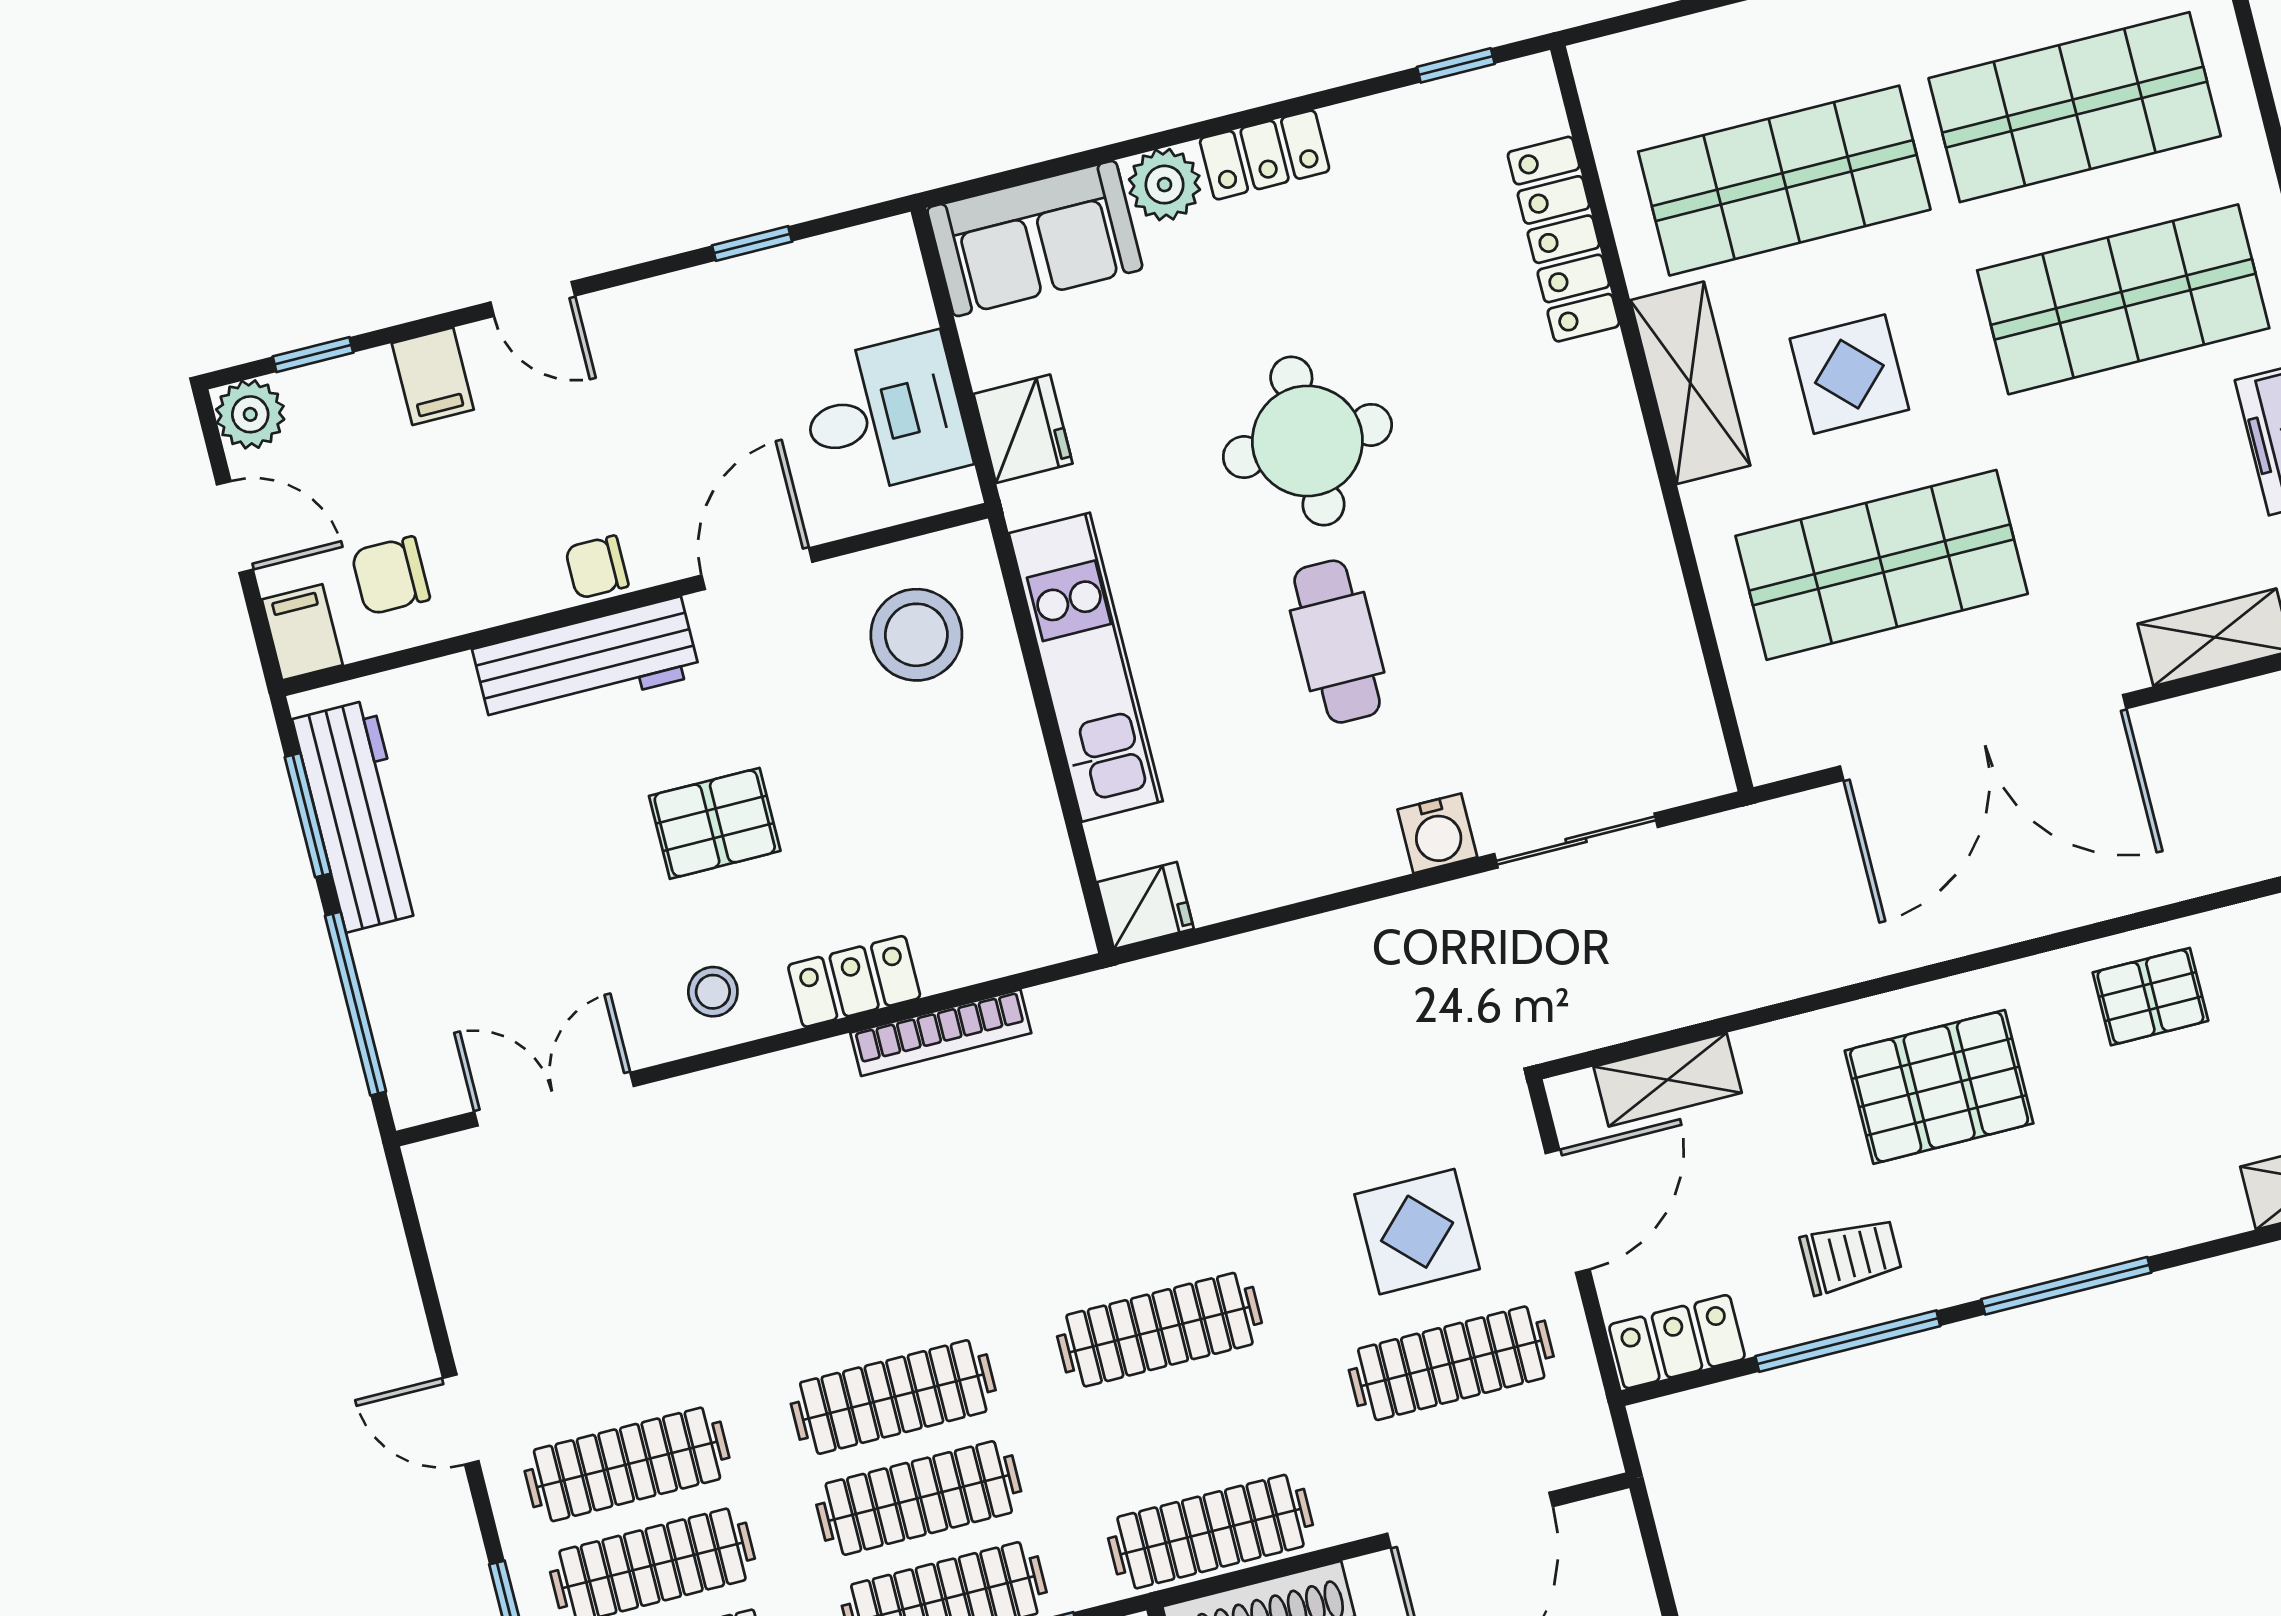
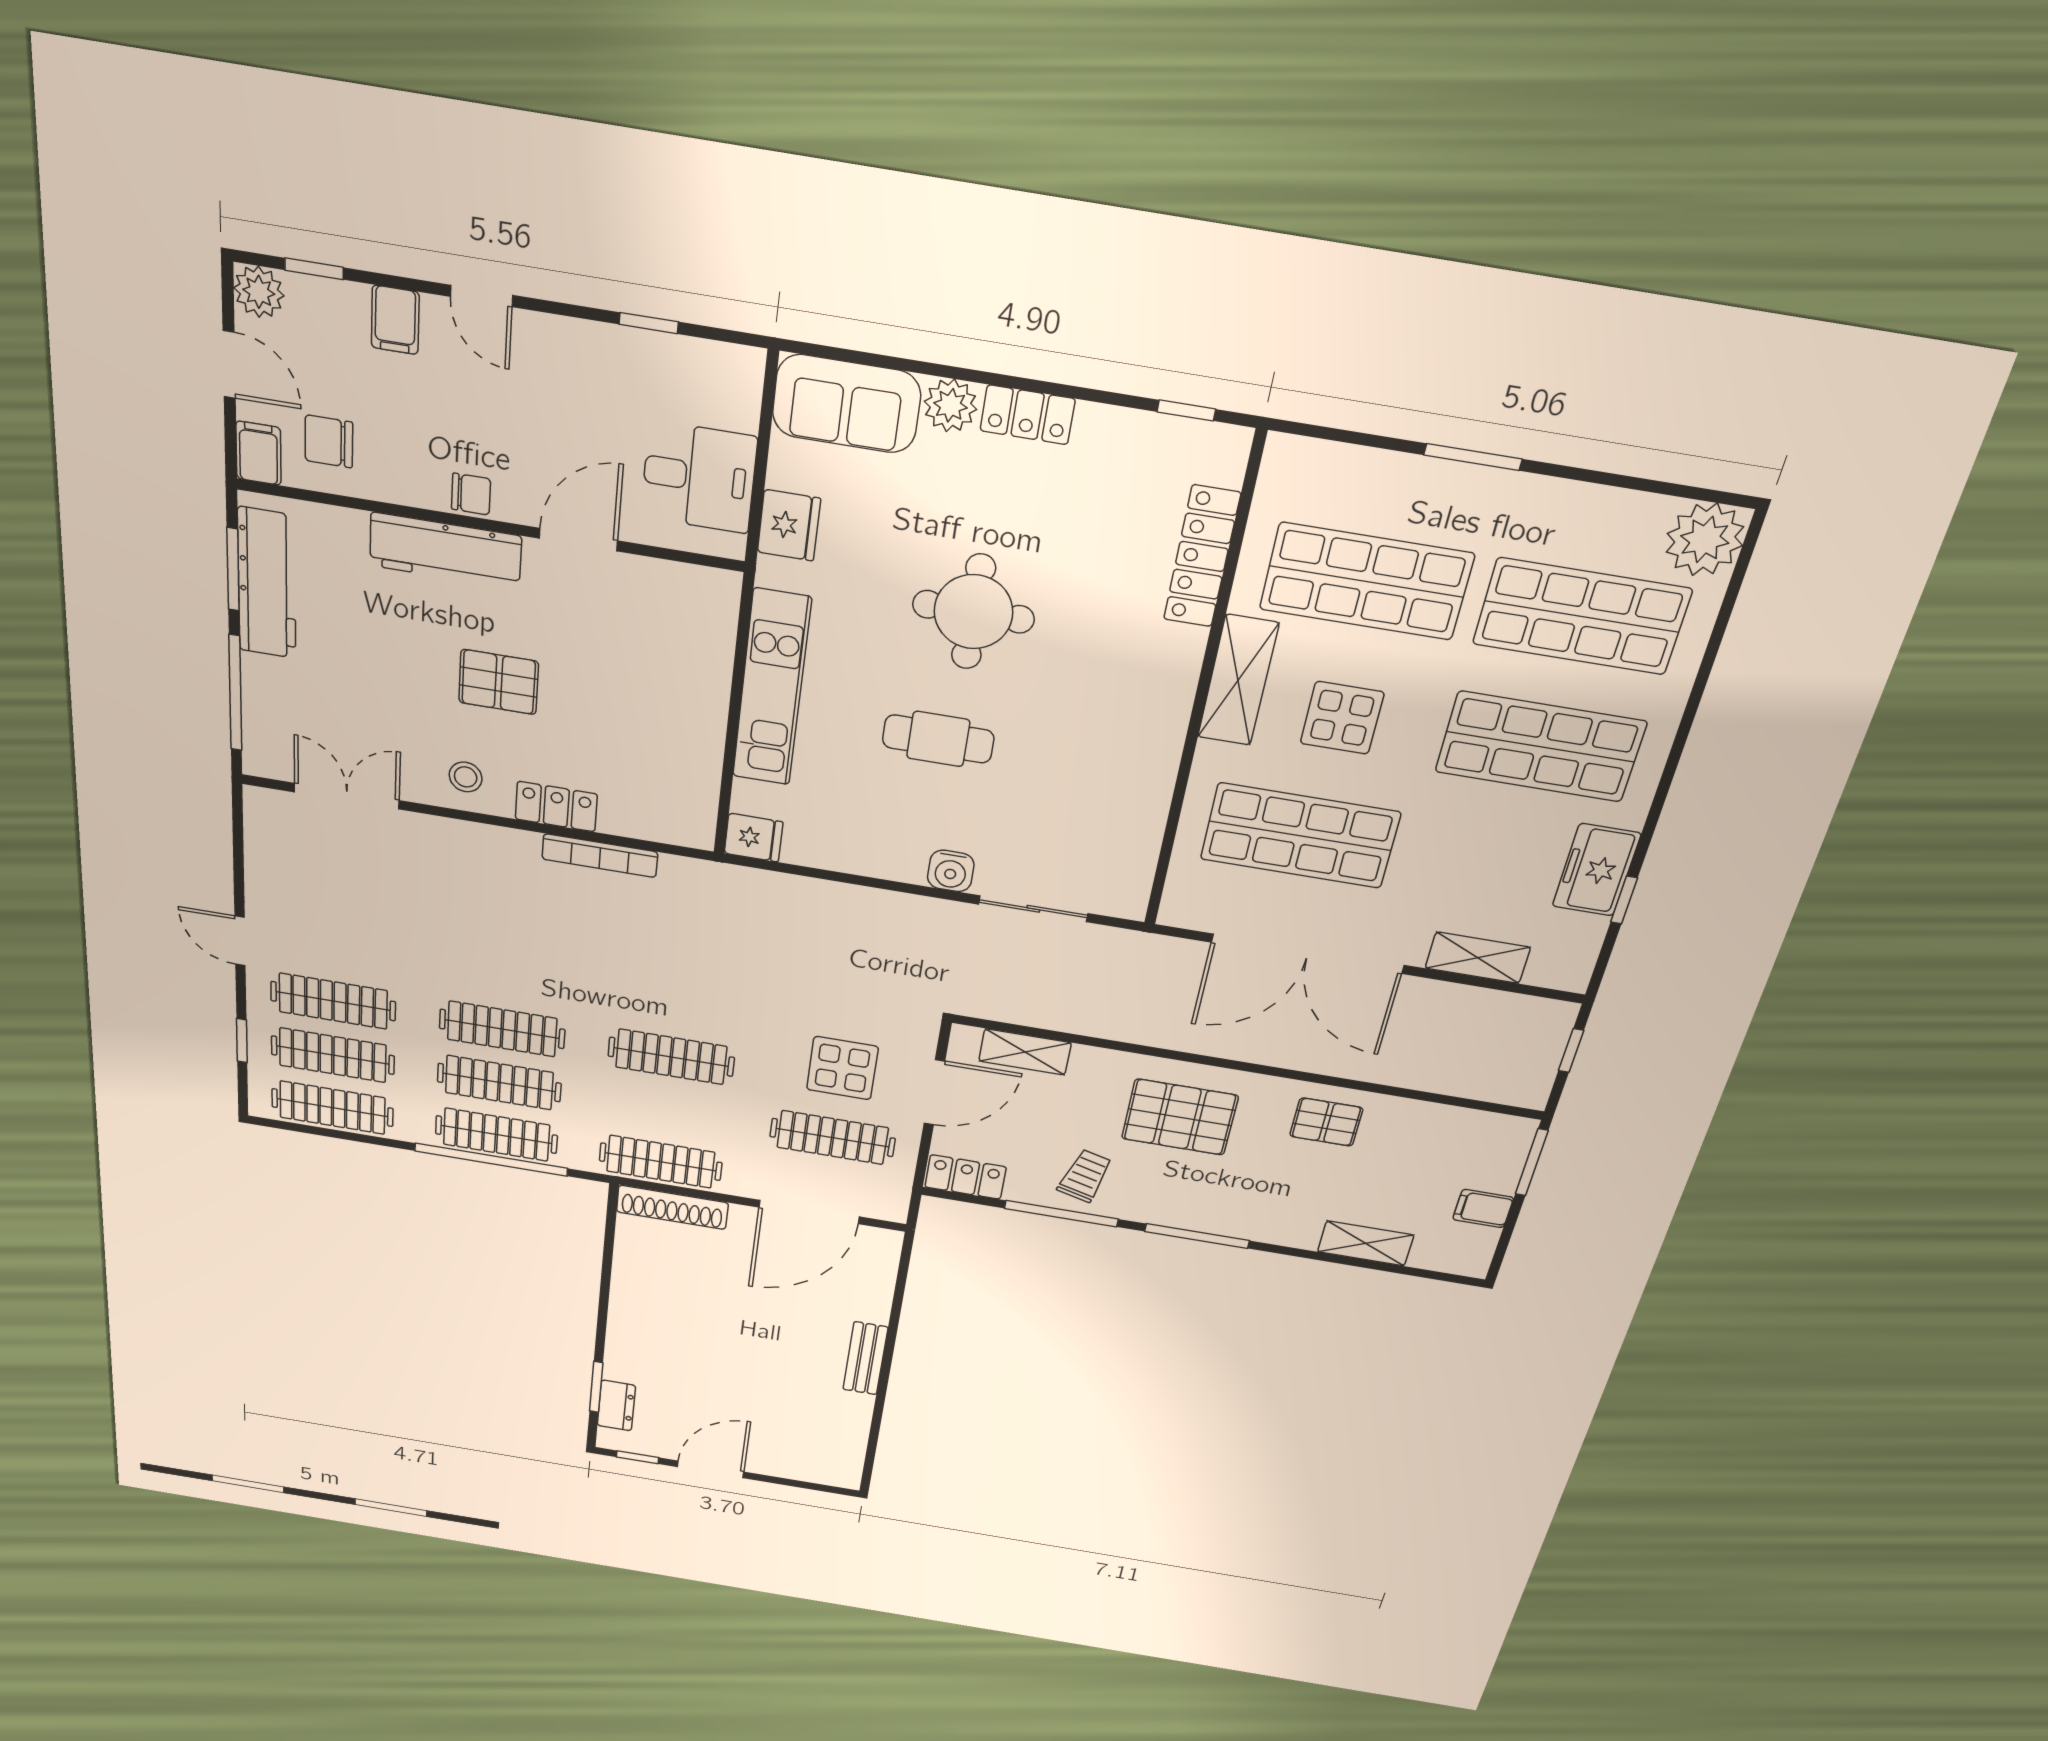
chair: (597, 567) -> (471, 494), turned 180
stool: (916, 635) -> (669, 624), removed
cafe table: (1337, 642) -> (938, 739), turned 90
trolley: (1851, 1256) -> (1085, 1176), turned -75

